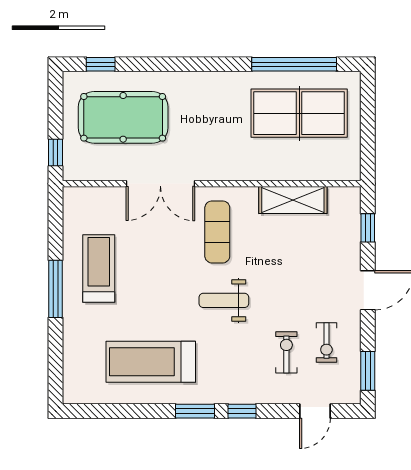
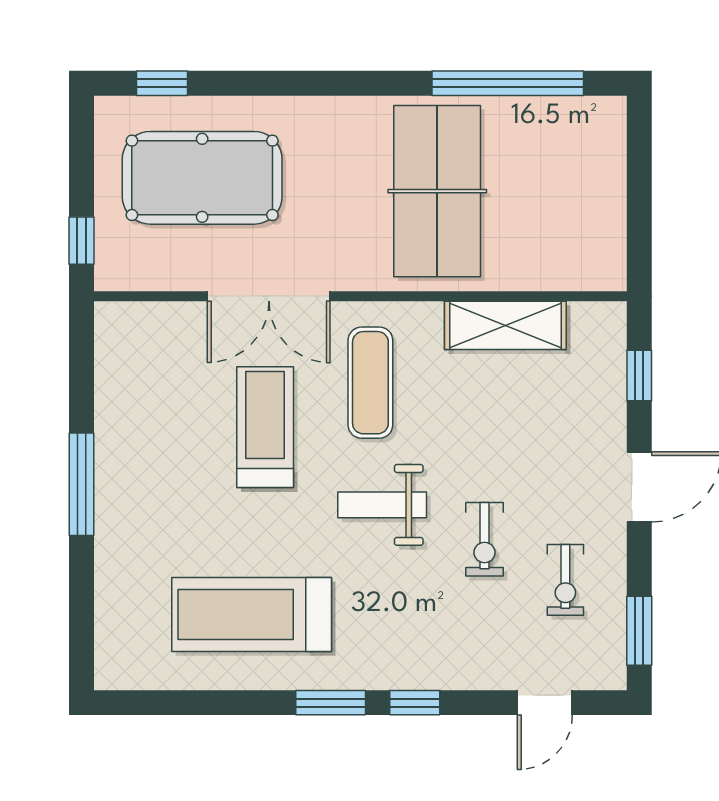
table tennis table: (299, 113) -> (437, 191), moved, turned 90
treadmill: (99, 268) -> (265, 427), moved
exercise bike: (286, 352) -> (485, 539), moved, turned 180

